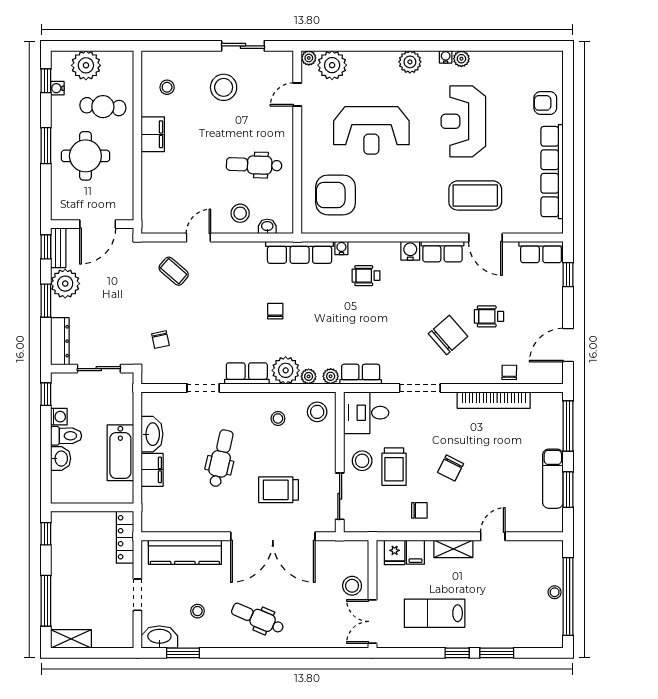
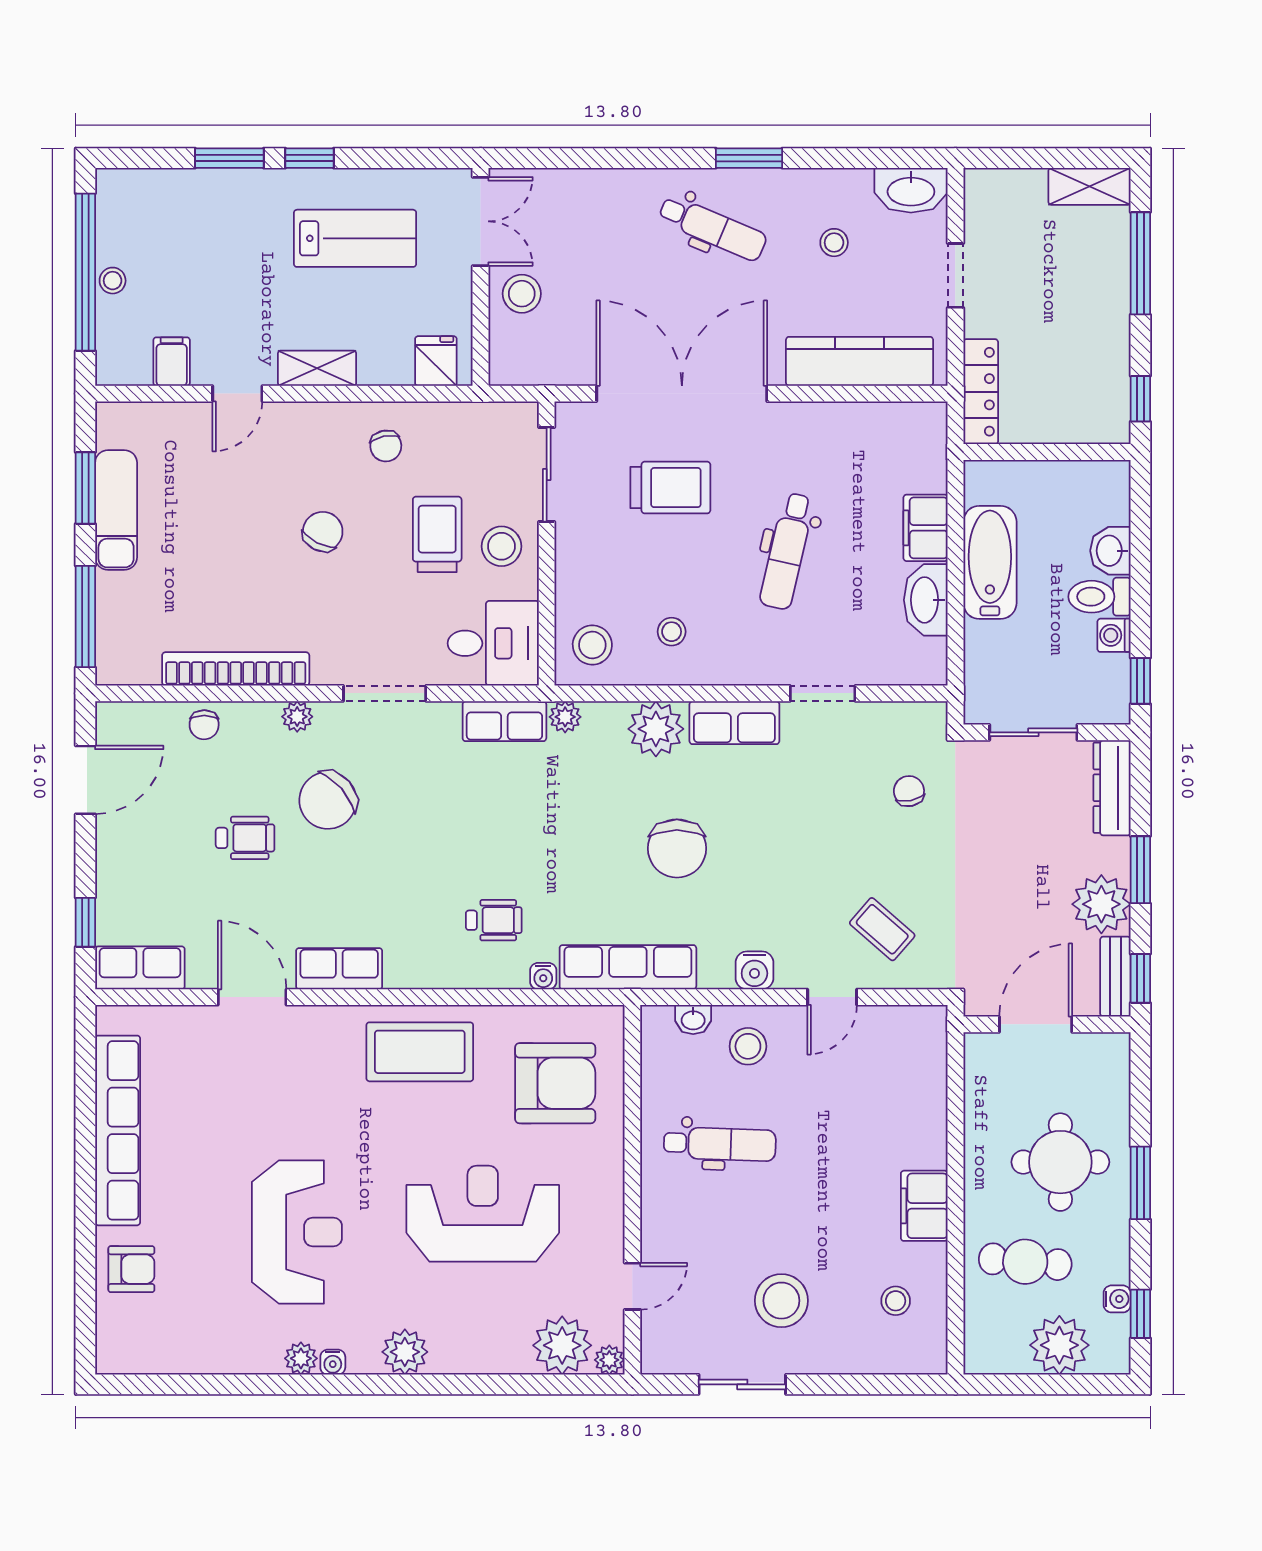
coffee table: (475, 195) -> (420, 1052), moved
water cooler: (410, 251) -> (754, 970), moved
chair: (275, 311) -> (677, 848), width x1.87, depth x1.87
plant: (309, 376) -> (297, 717), moved
chair: (419, 510) -> (386, 446), turned -102
filing cabinet: (415, 552) -> (172, 362), moved
window: (183, 653) -> (749, 158), moved

